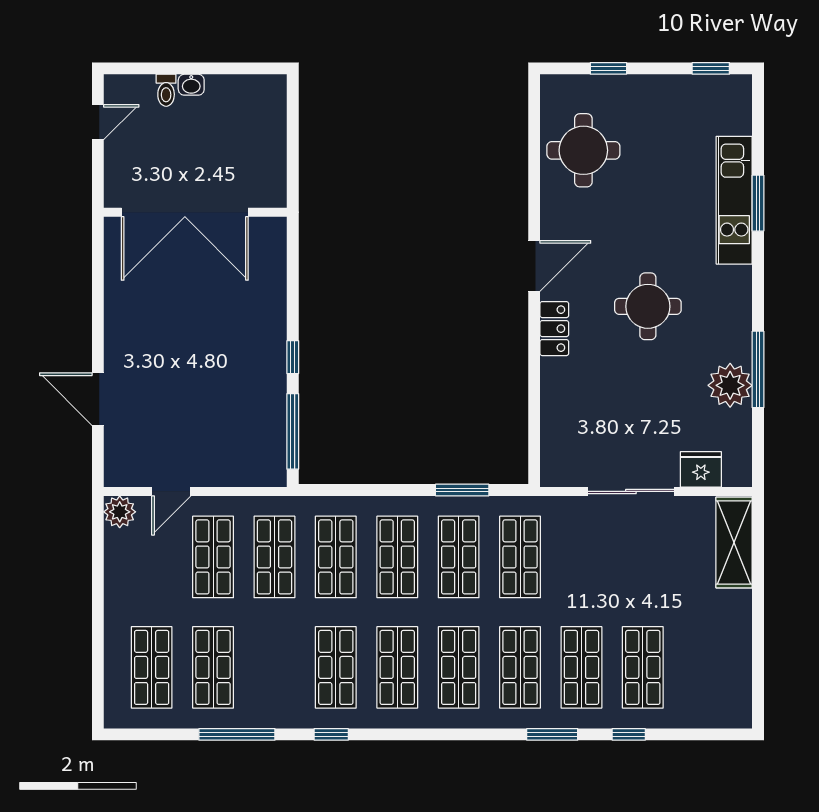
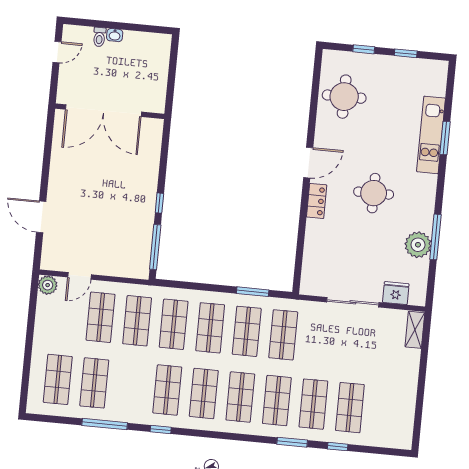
window: (711, 68) -> (406, 53), moved
shelving: (734, 543) -> (415, 330), width x0.67, depth x0.75

